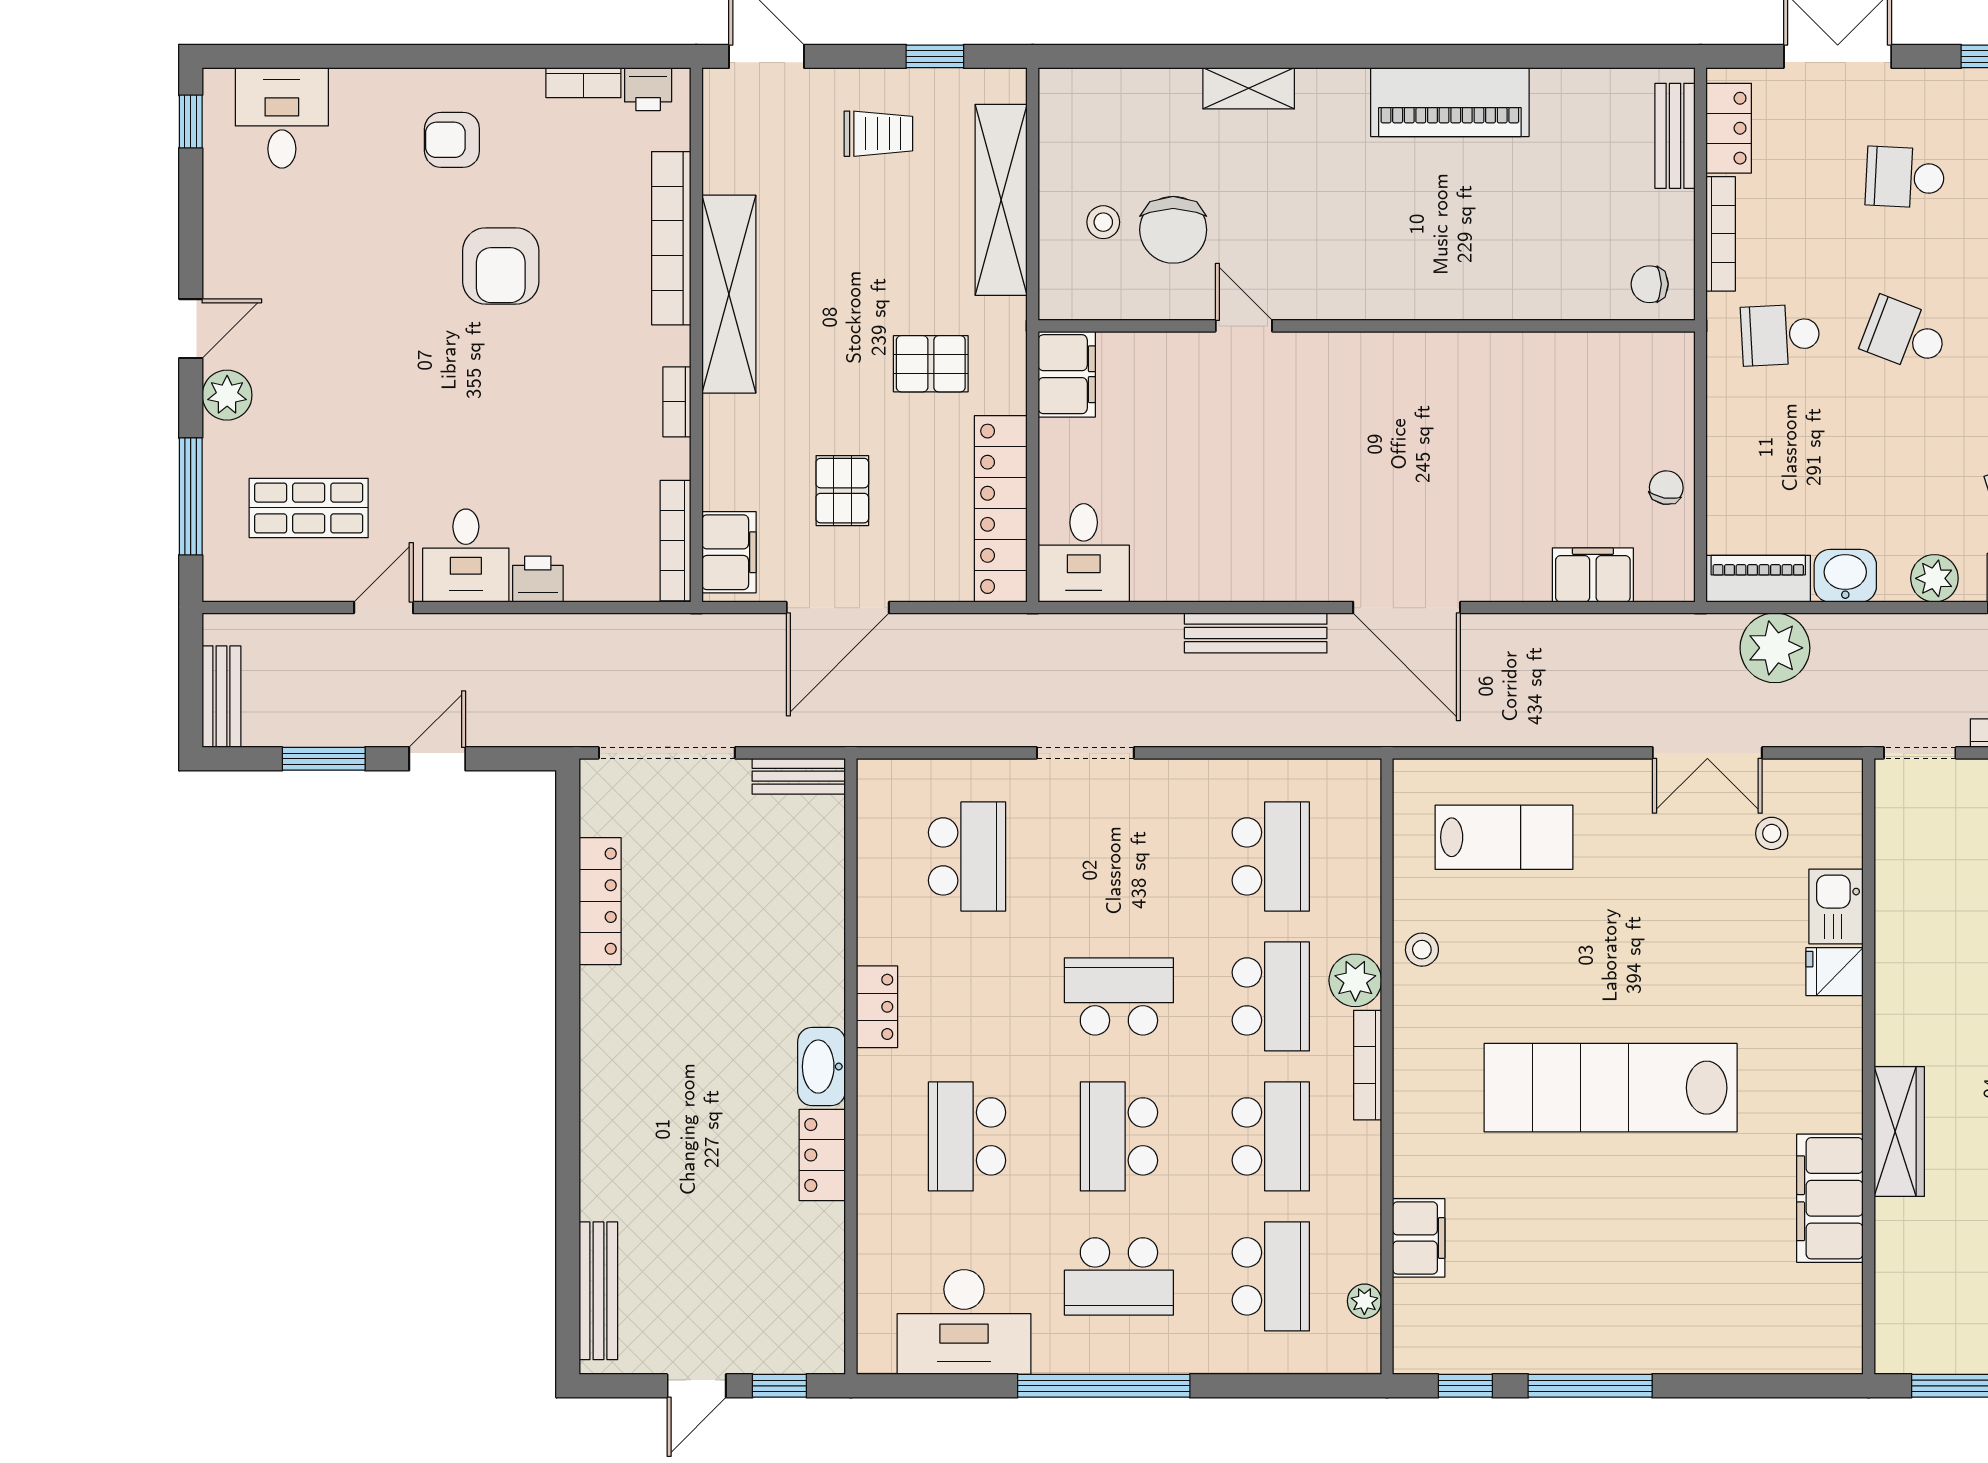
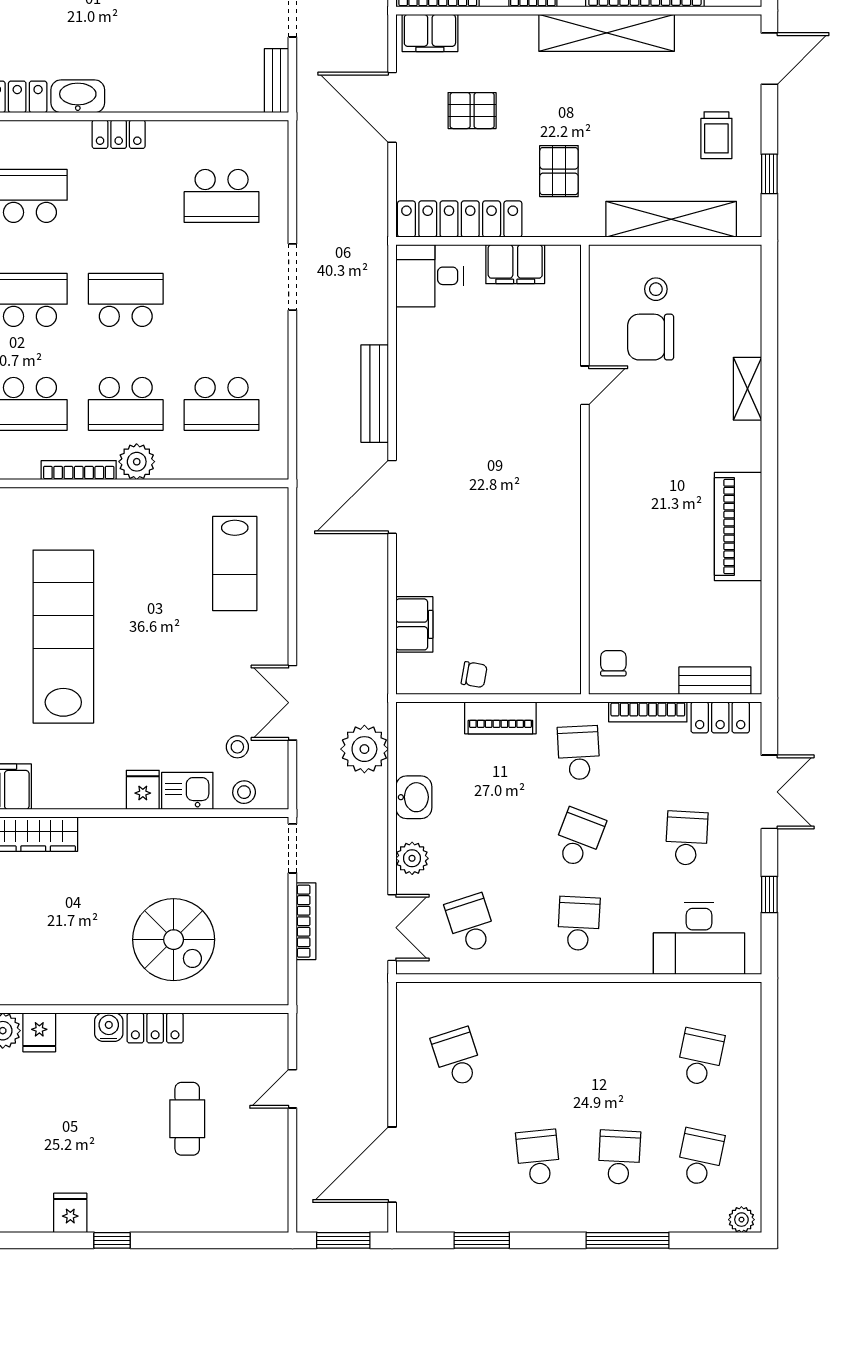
filing cabinet: (1067, 374) -> (515, 264), moved
piano: (1758, 579) -> (500, 718), moved, turned 90
stool: (1422, 950) -> (244, 792), moved
school desk: (1119, 996) -> (126, 300), turned -90

